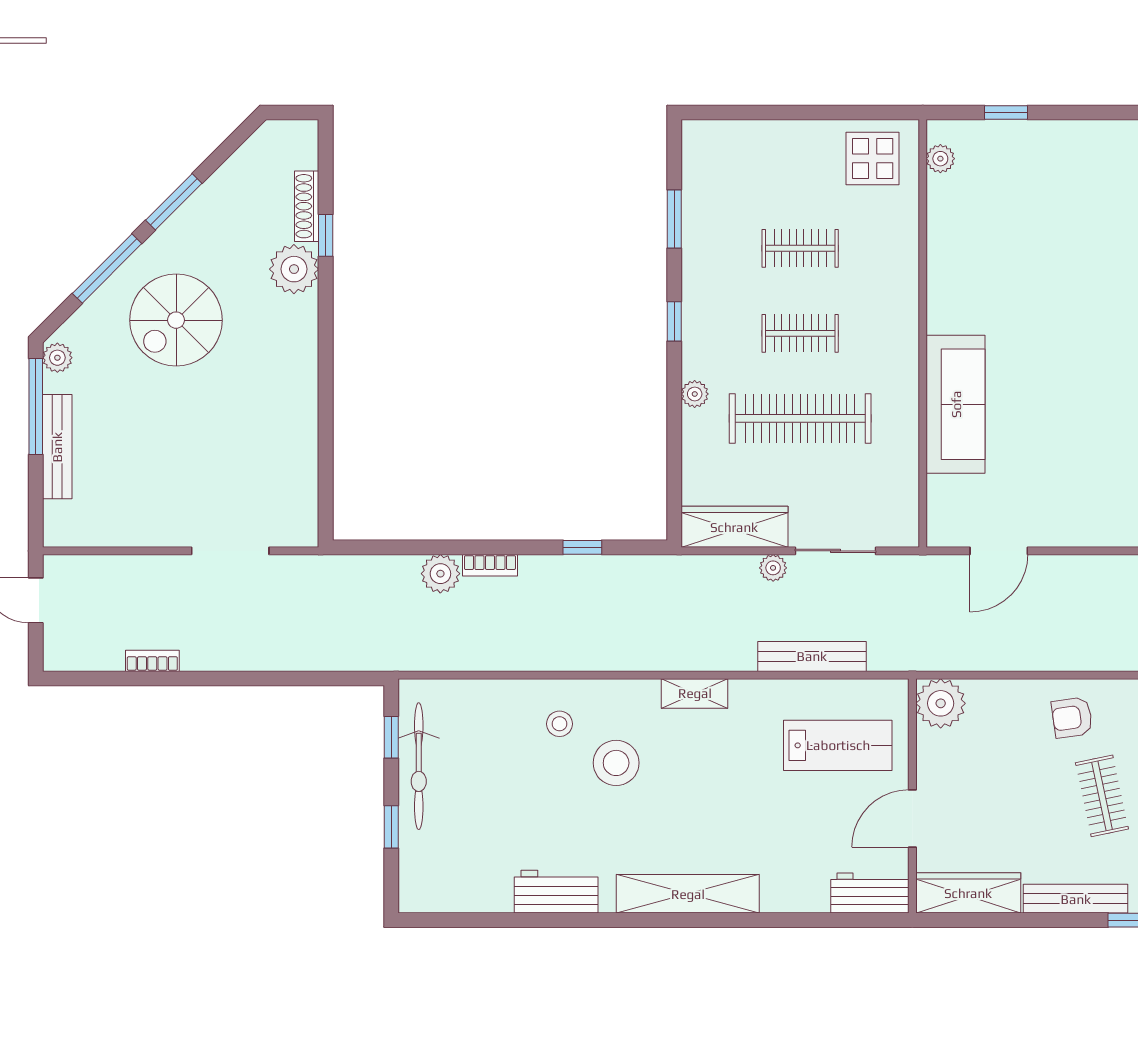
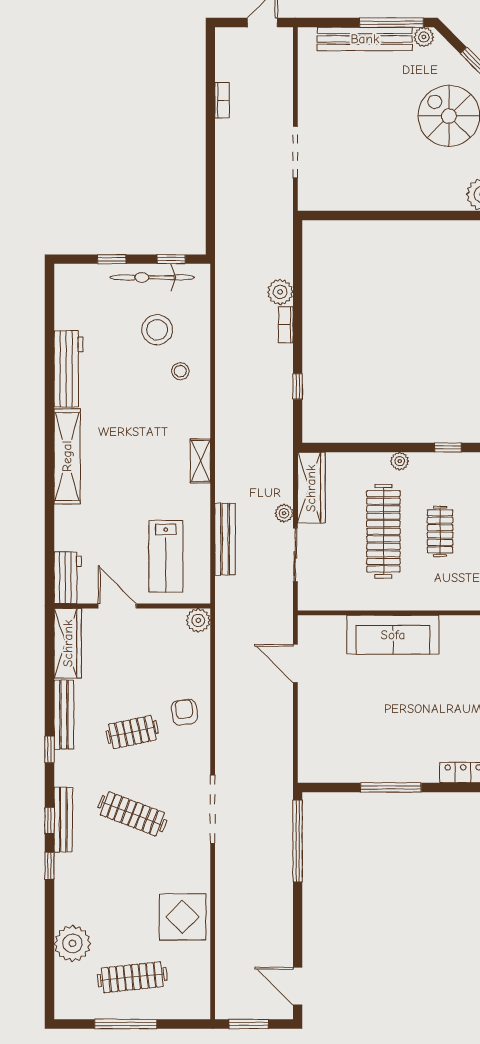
bench: (57, 447) -> (365, 39), width x1.37, depth x1.21
plant: (941, 703) -> (198, 620), width x0.73, depth x0.73
stool: (616, 763) -> (157, 330), moved
workbench: (556, 892) -> (69, 369), width x1.37

